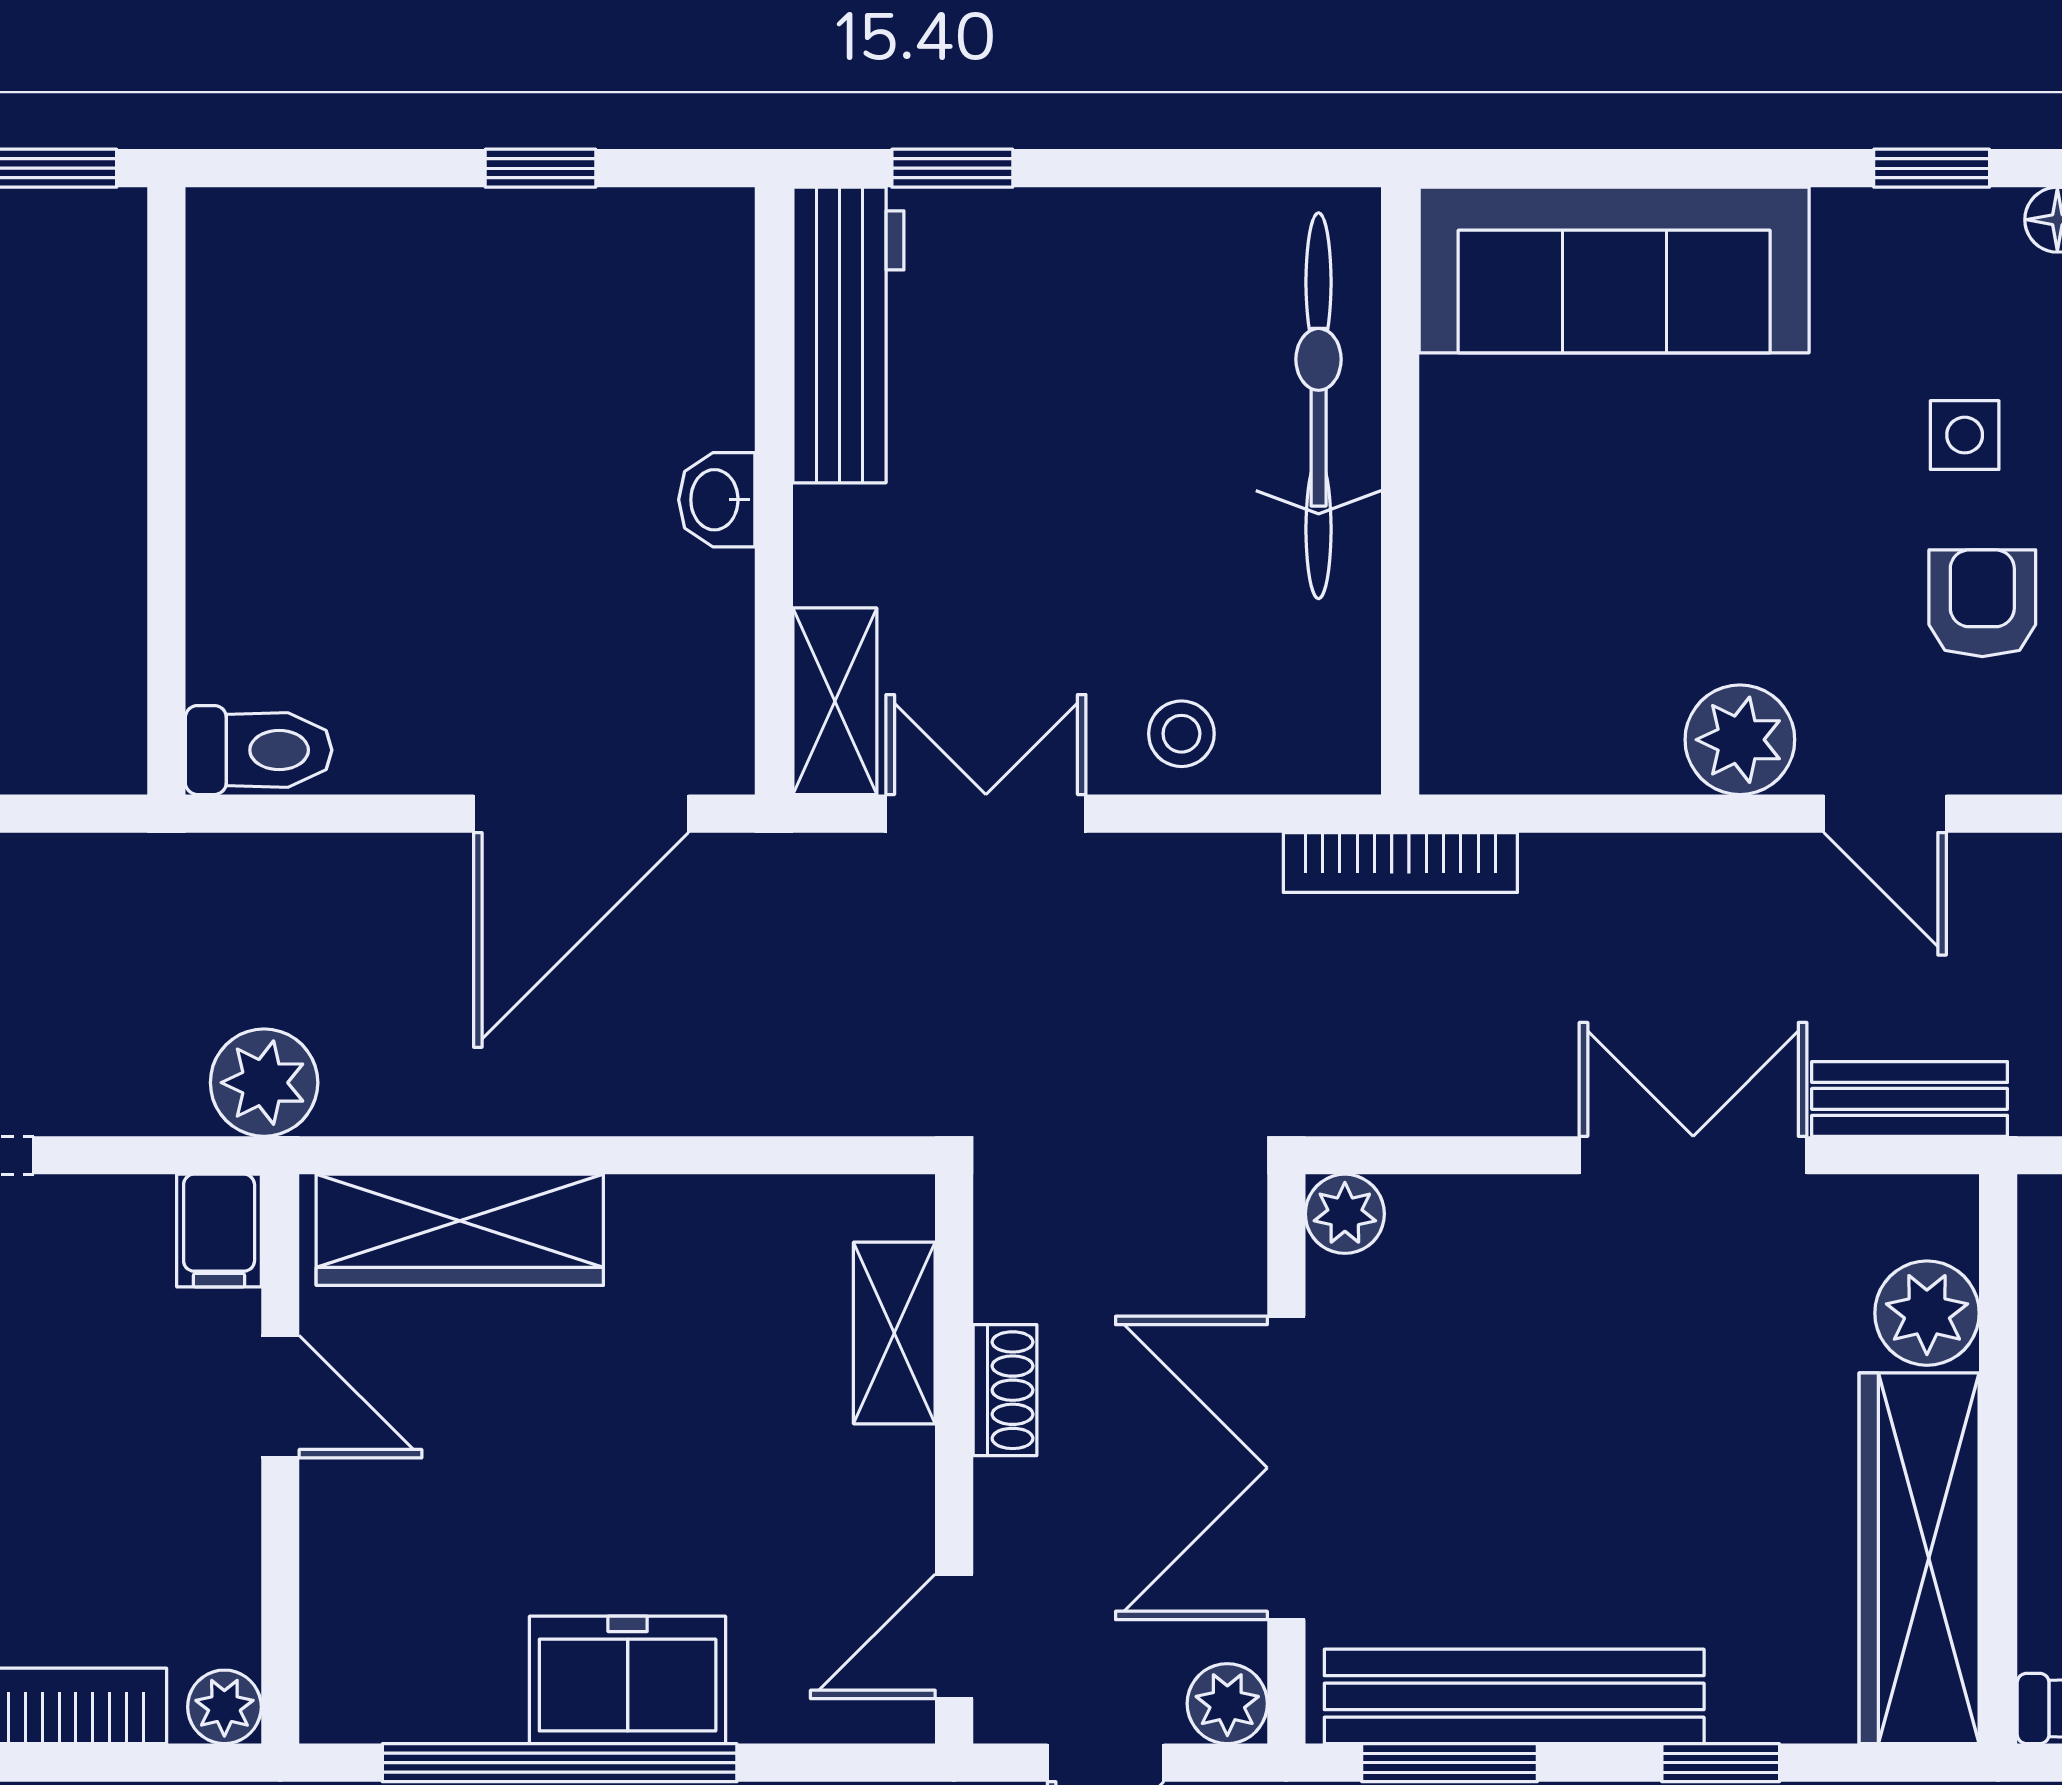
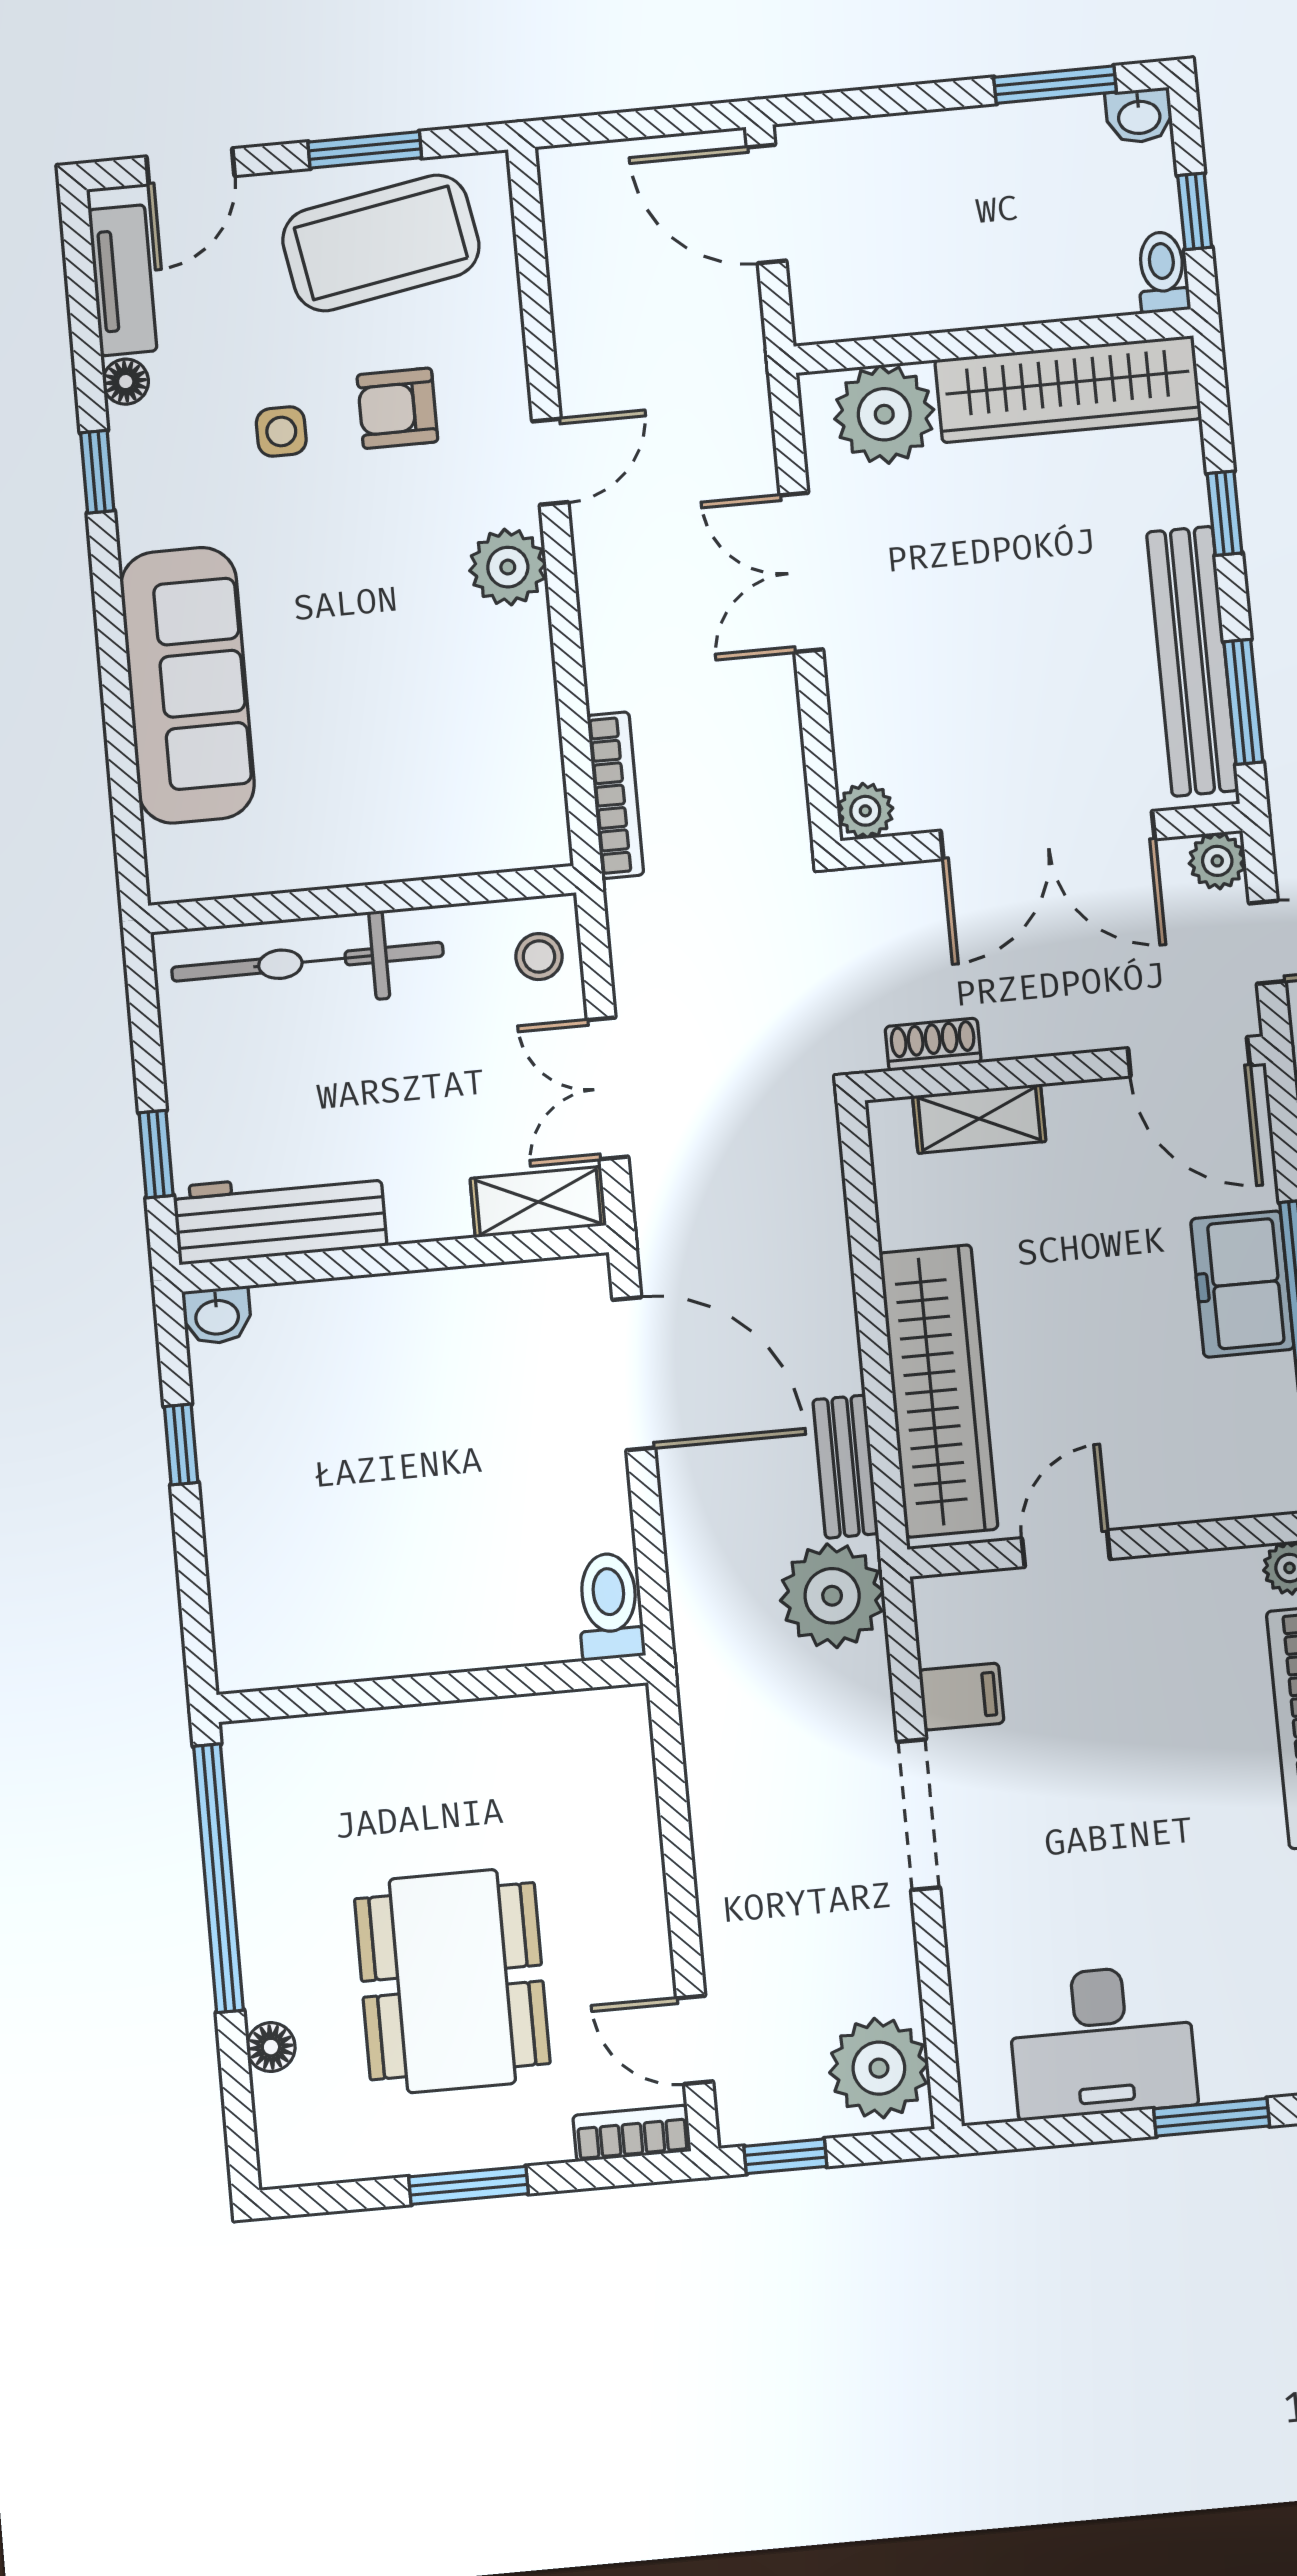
bicycle: (1319, 406) -> (307, 962), moved
wall: (1400, 491) -> (362, 899), moved
washbasin: (717, 500) -> (217, 1316), moved
plant: (264, 1083) -> (832, 1596), width x1.36, depth x1.36
bench: (1910, 1099) -> (846, 1467), moved
wardrobe: (460, 1230) -> (938, 1391), width x1.40, depth x1.17
filing cabinet: (219, 1231) -> (961, 1697), moved
plant: (1927, 1313) -> (884, 414), width x1.36, depth x1.36
shoe rack: (1005, 1390) -> (933, 1045), moved
door: (954, 1636) -> (1189, 1057), width x1.38

